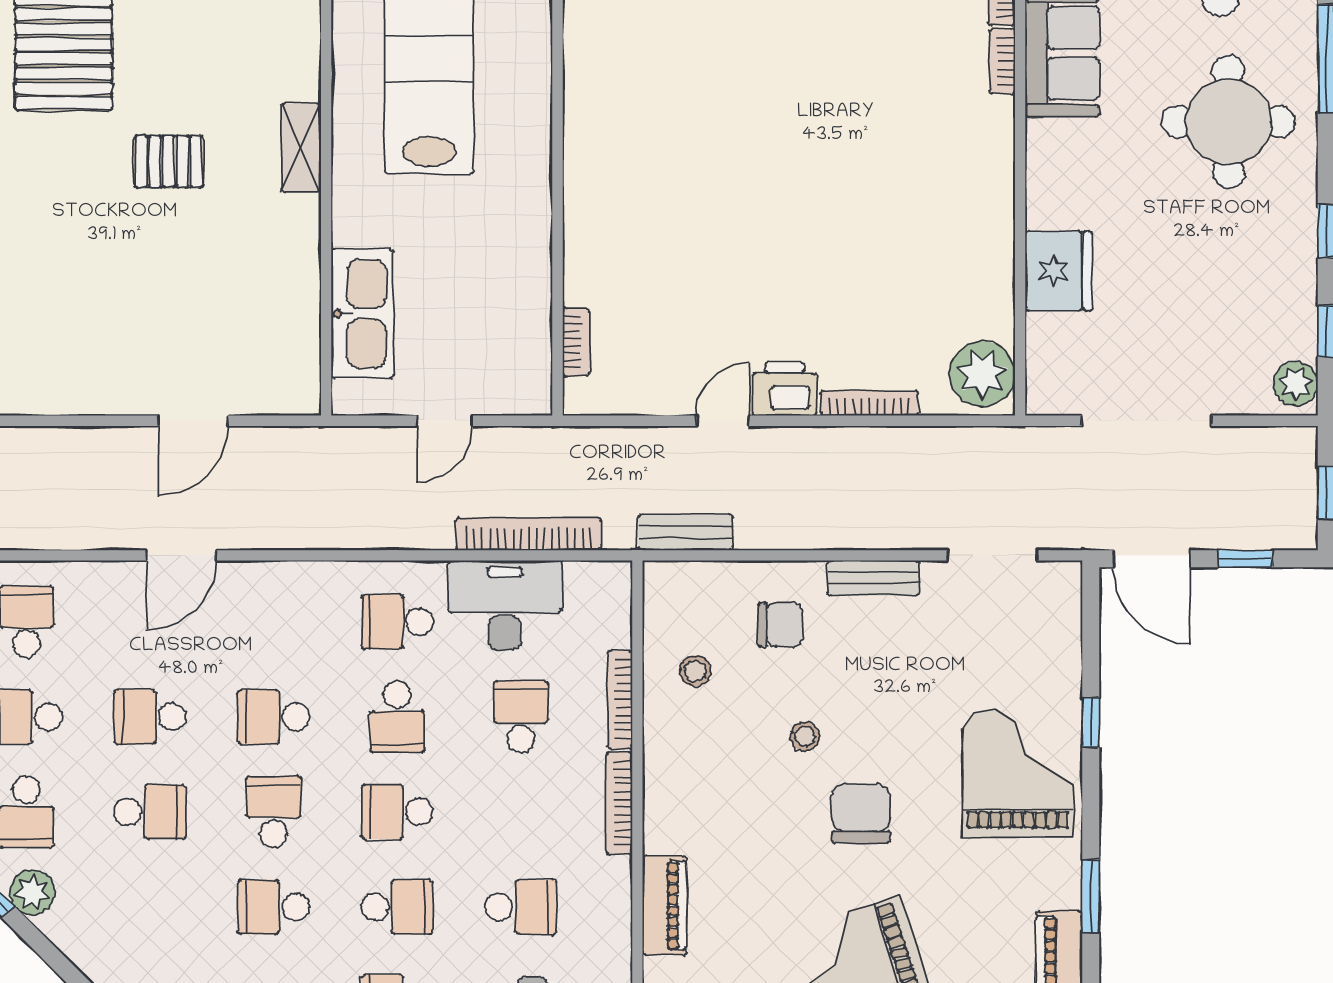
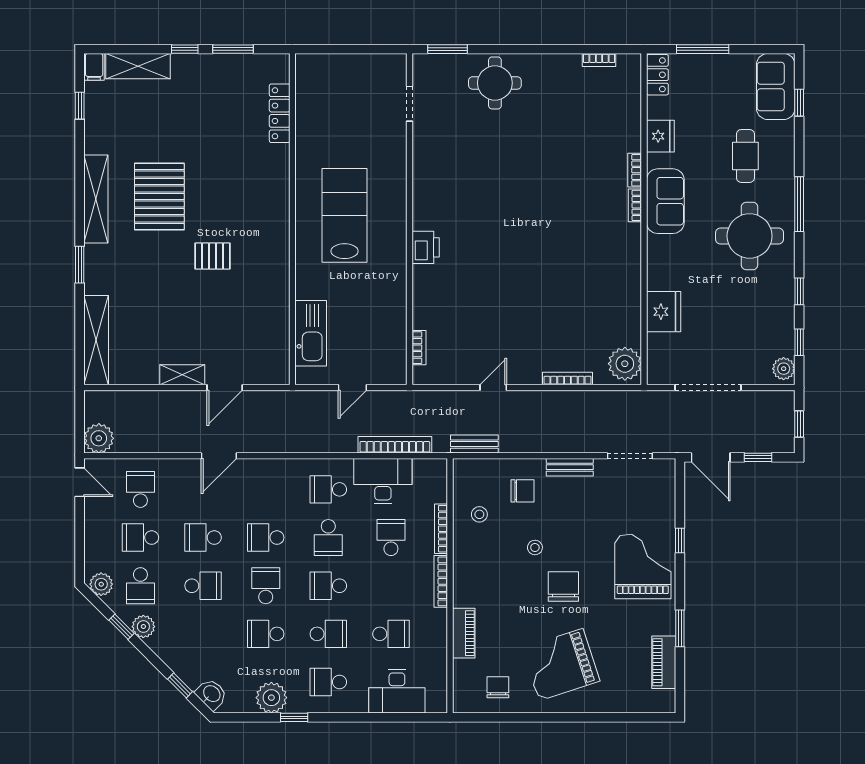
shelving: (301, 148) -> (182, 375), moved, turned 90
printer: (785, 389) -> (426, 247), moved, turned 90

